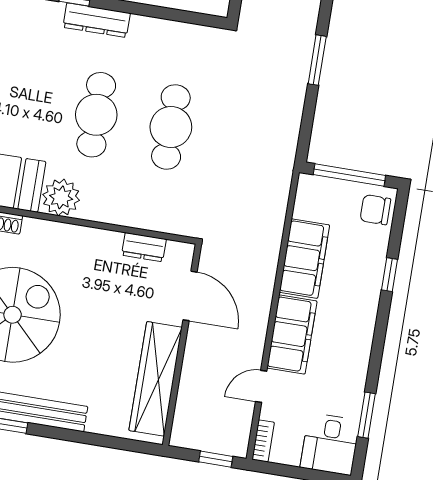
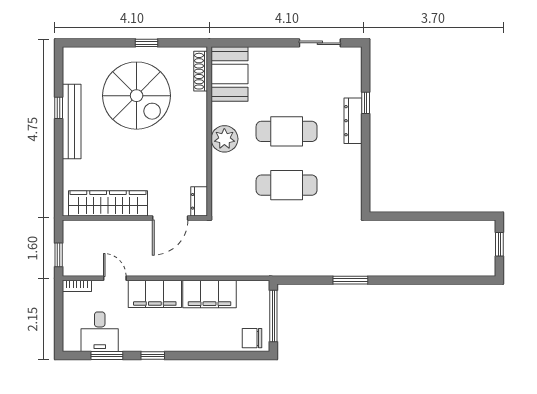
plant: (61, 197) -> (224, 139), moved
chair: (375, 210) -> (252, 338), turned -90
dresser: (144, 247) -> (199, 201), moved
window: (389, 275) -> (153, 356), moved
desk: (330, 444) -> (100, 332), moved, turned -90

